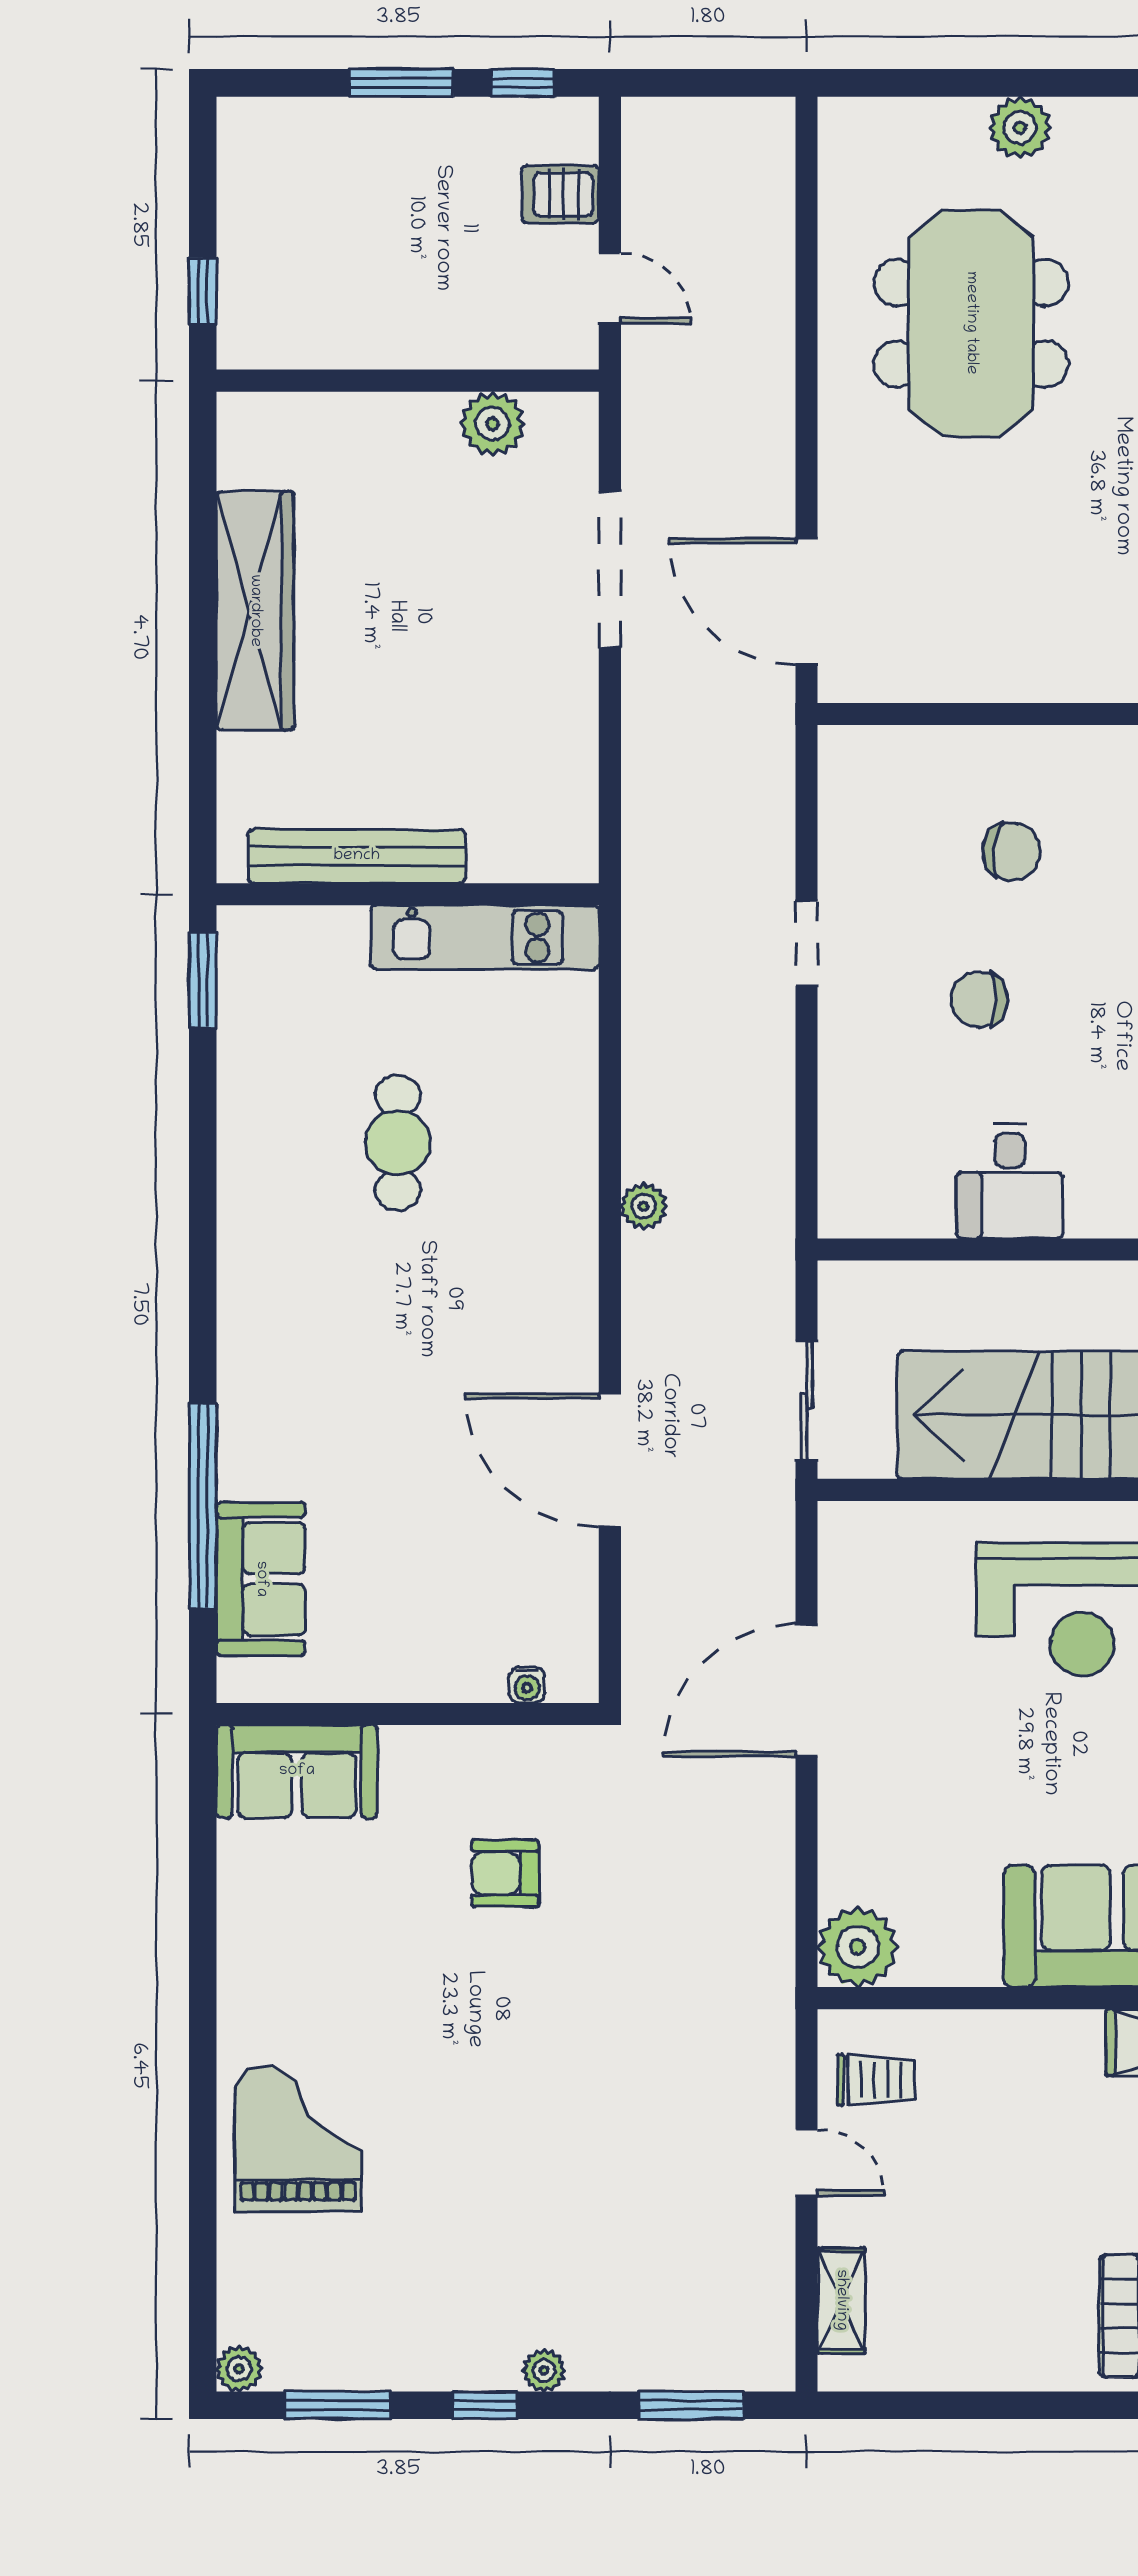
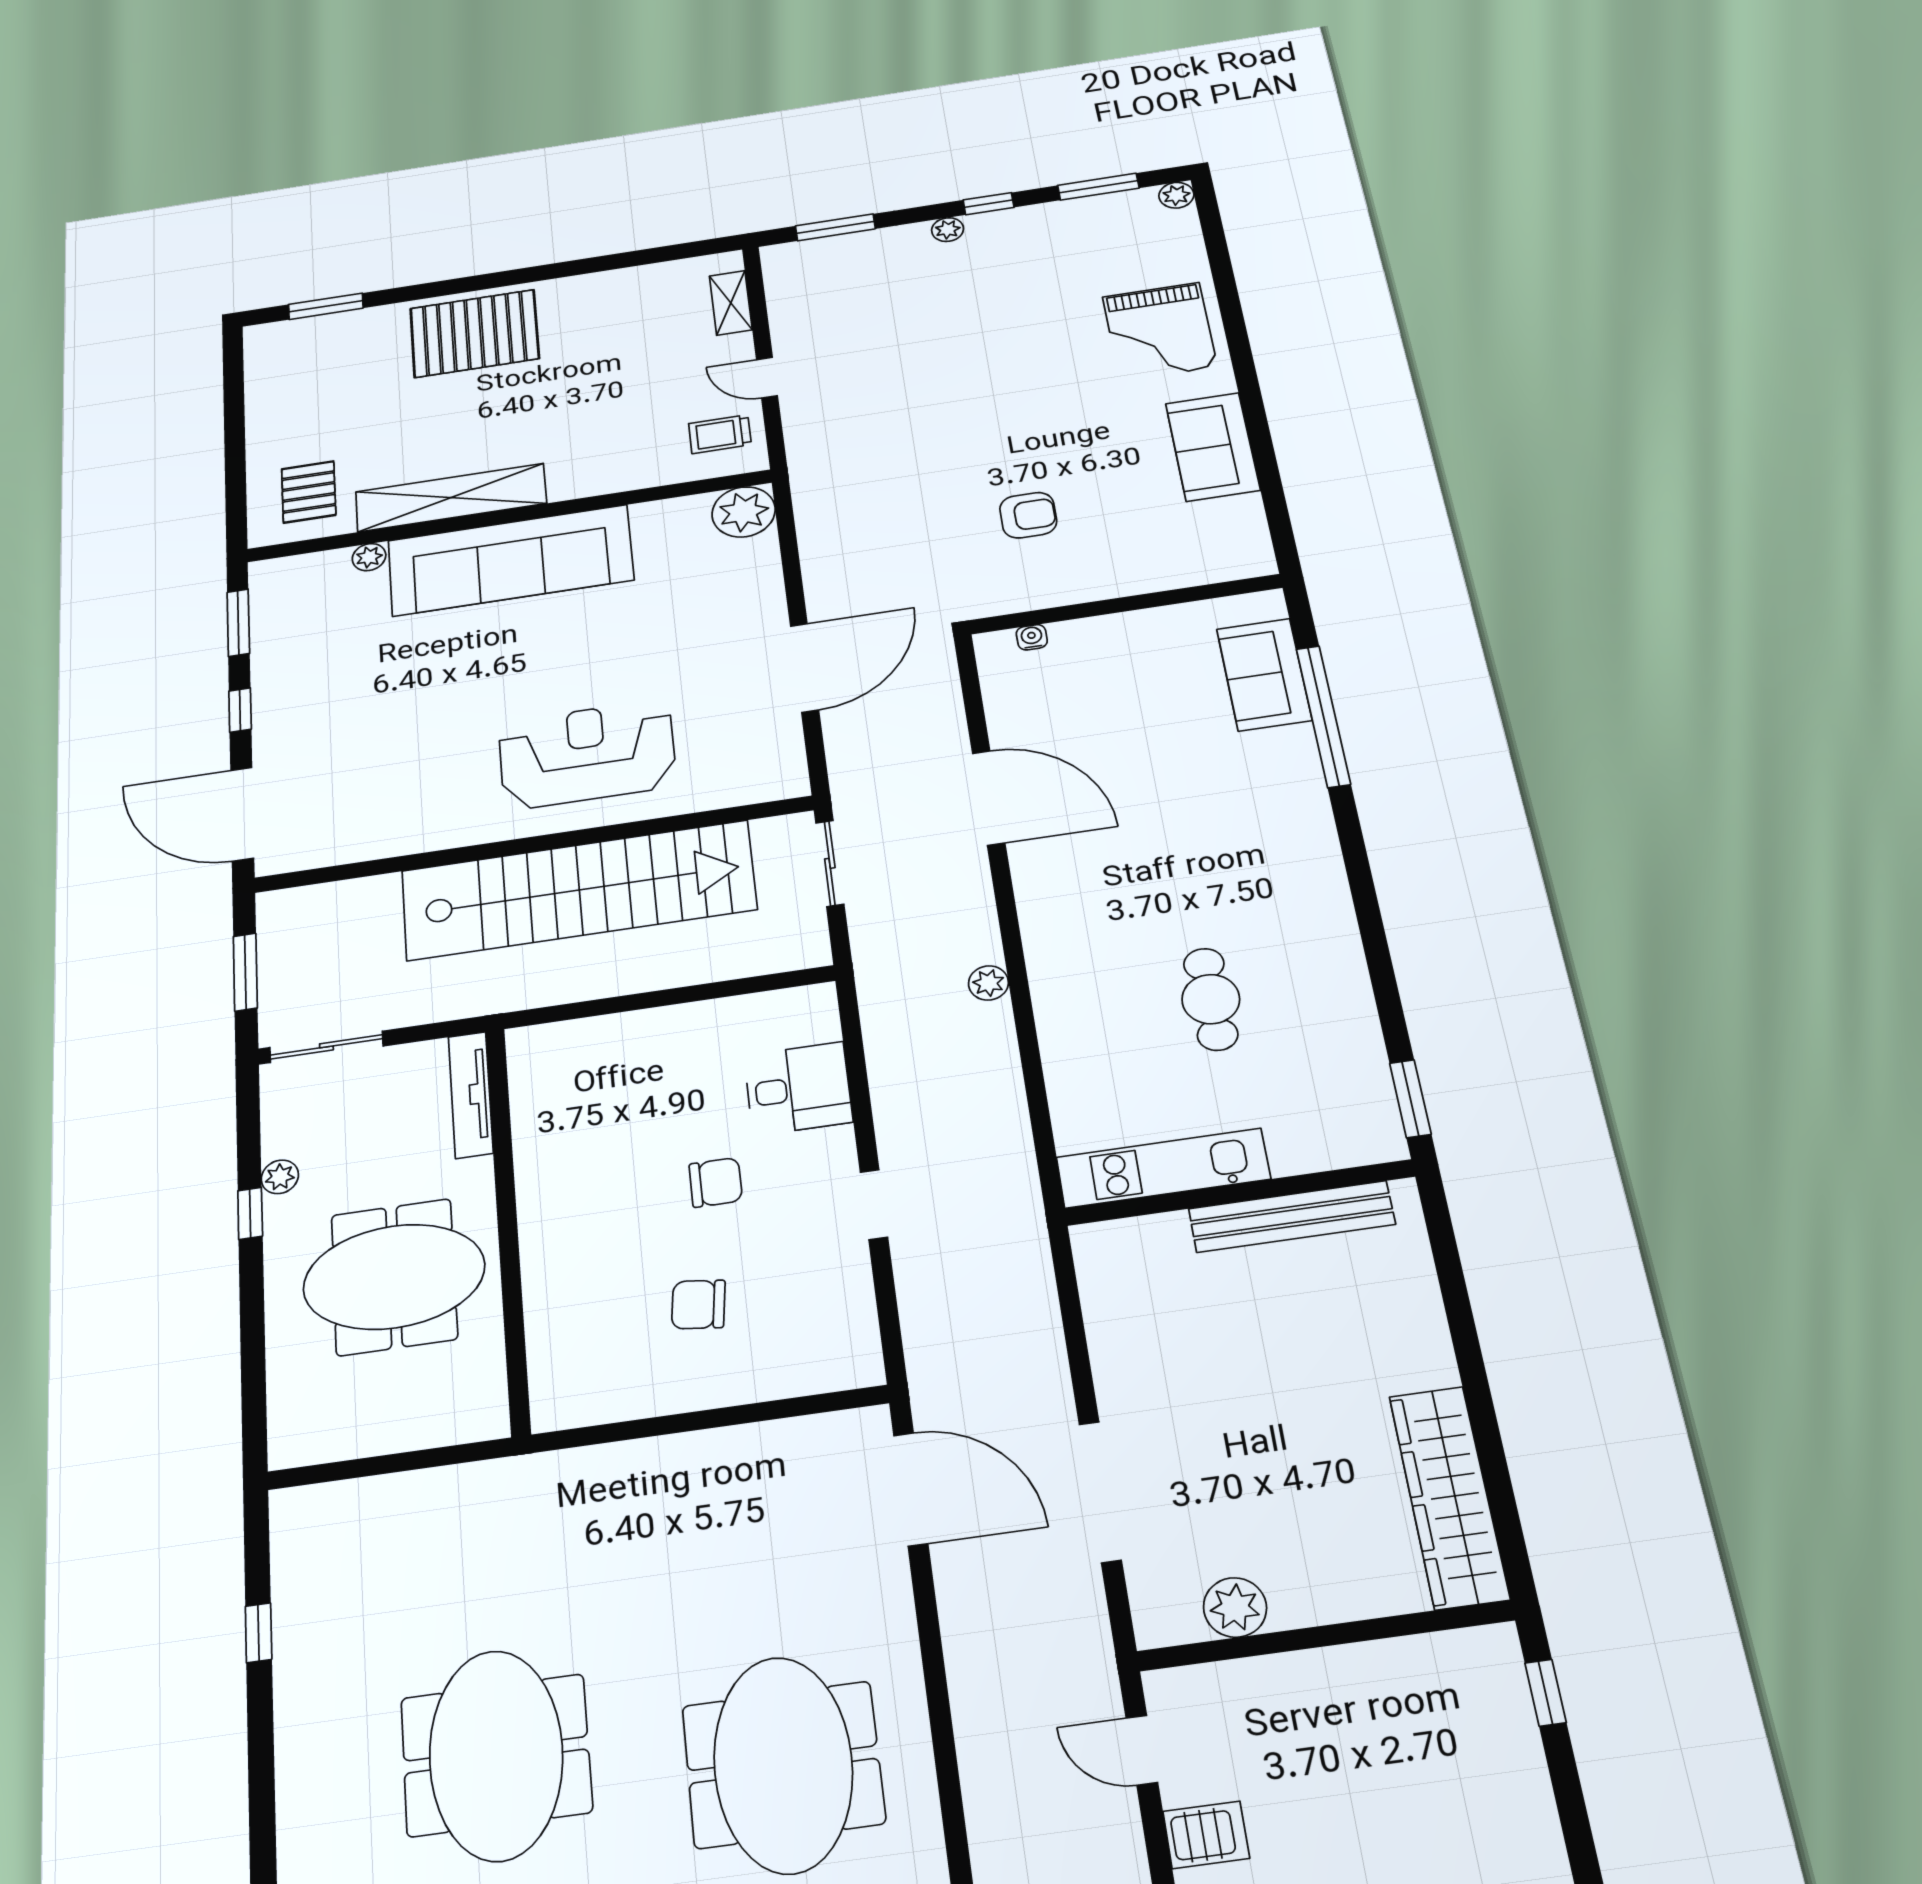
wardrobe: (255, 611) -> (1449, 1497), moved
desk: (1010, 1181) -> (798, 1089), moved, turned 90
sofa: (297, 1771) -> (1213, 447), moved, turned -90

